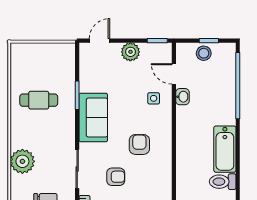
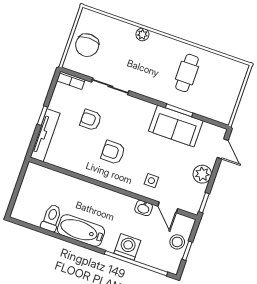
door: (174, 74) -> (168, 207), swing flipped
washing machine: (225, 99) -> (127, 247), added
sofa: (93, 118) -> (176, 126), moved
armchair: (139, 144) -> (113, 152), turned 180
plant: (22, 161) -> (142, 34), width x0.53, depth x0.53
armchair: (116, 177) -> (91, 120), turned 90

